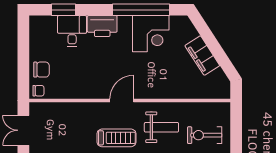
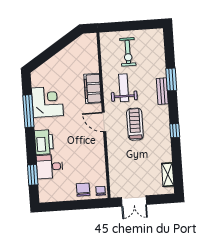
window: (141, 10) -> (28, 111), width x0.68
filing cabinet: (202, 56) -> (93, 88), moved, turned 123

